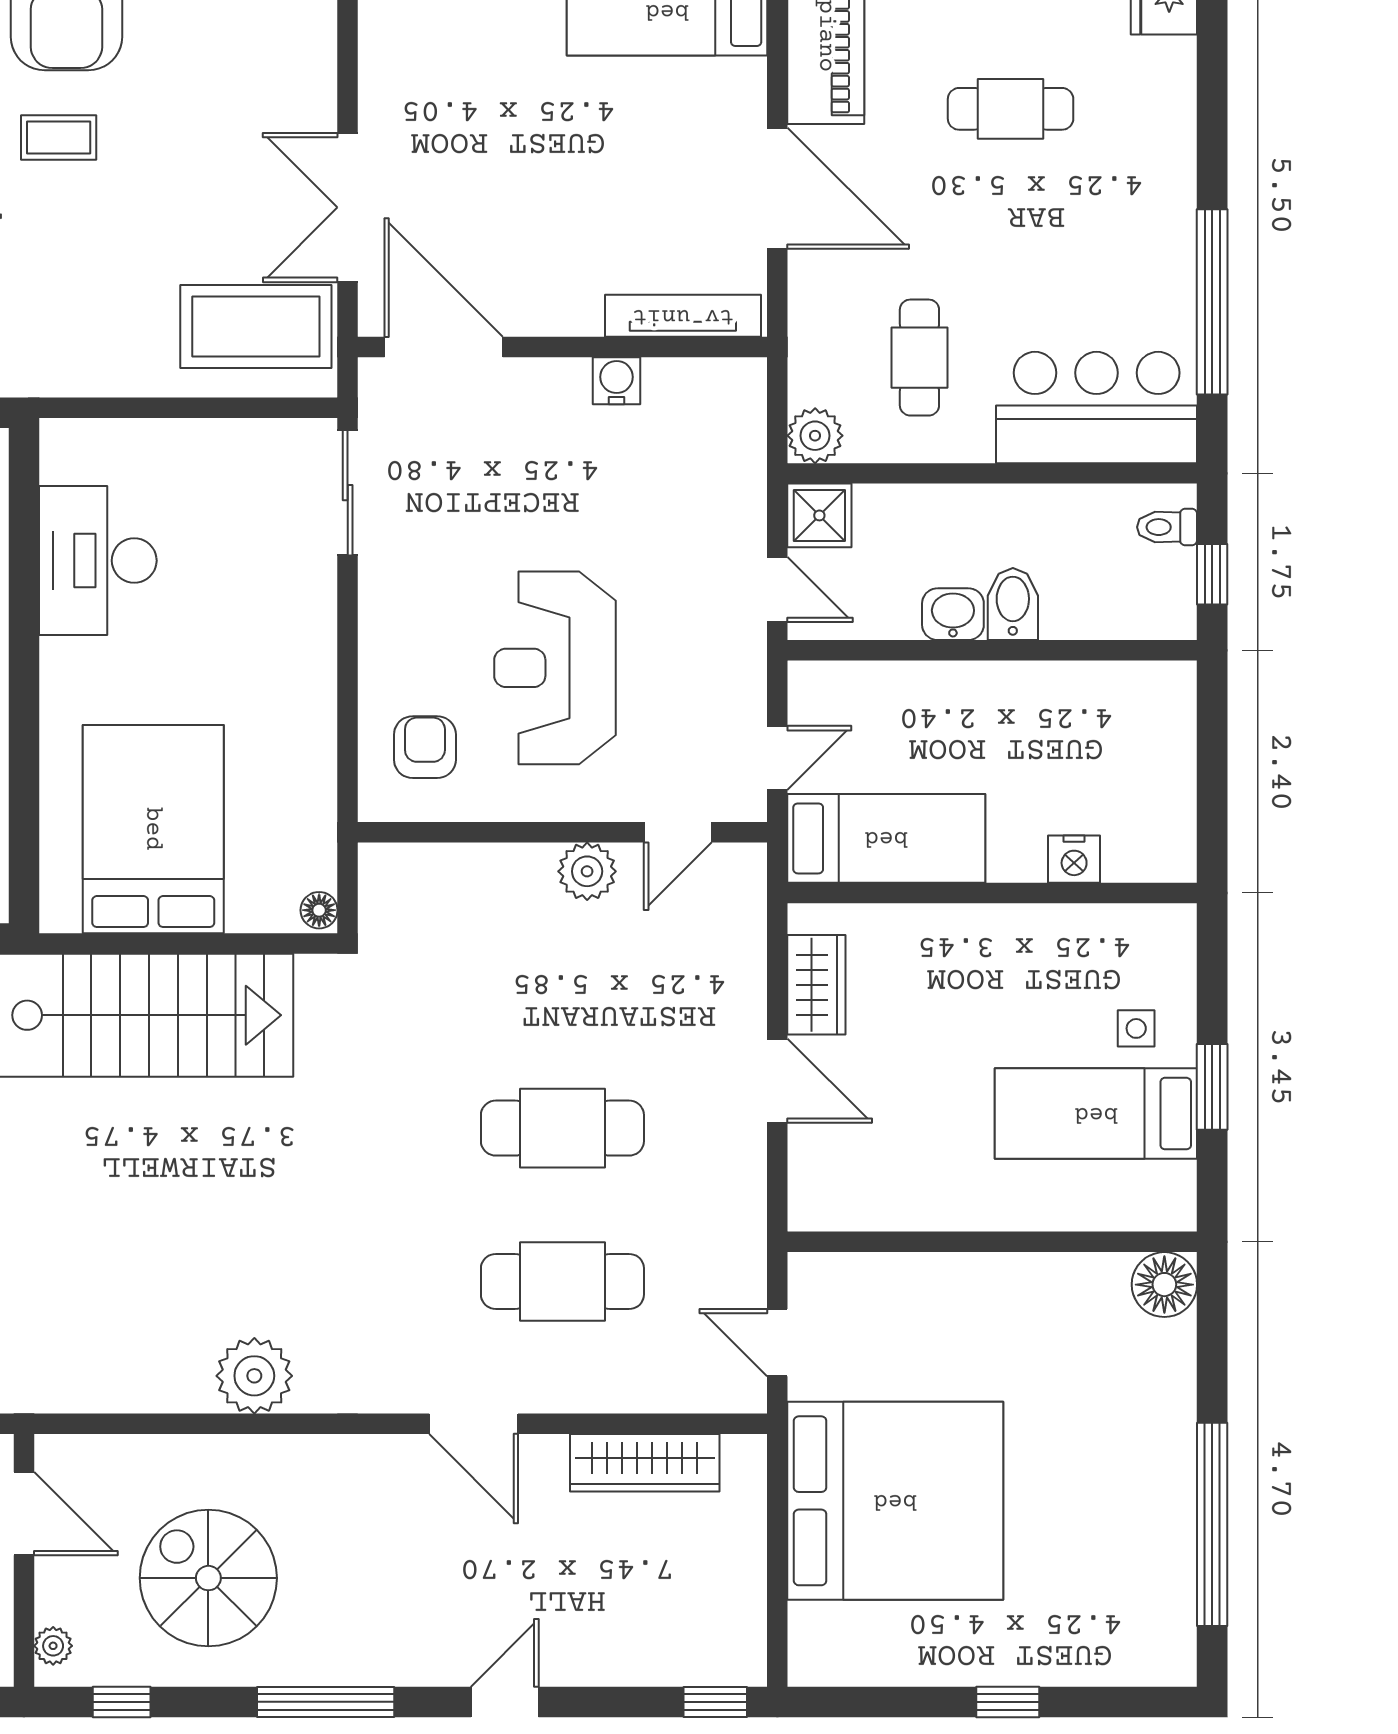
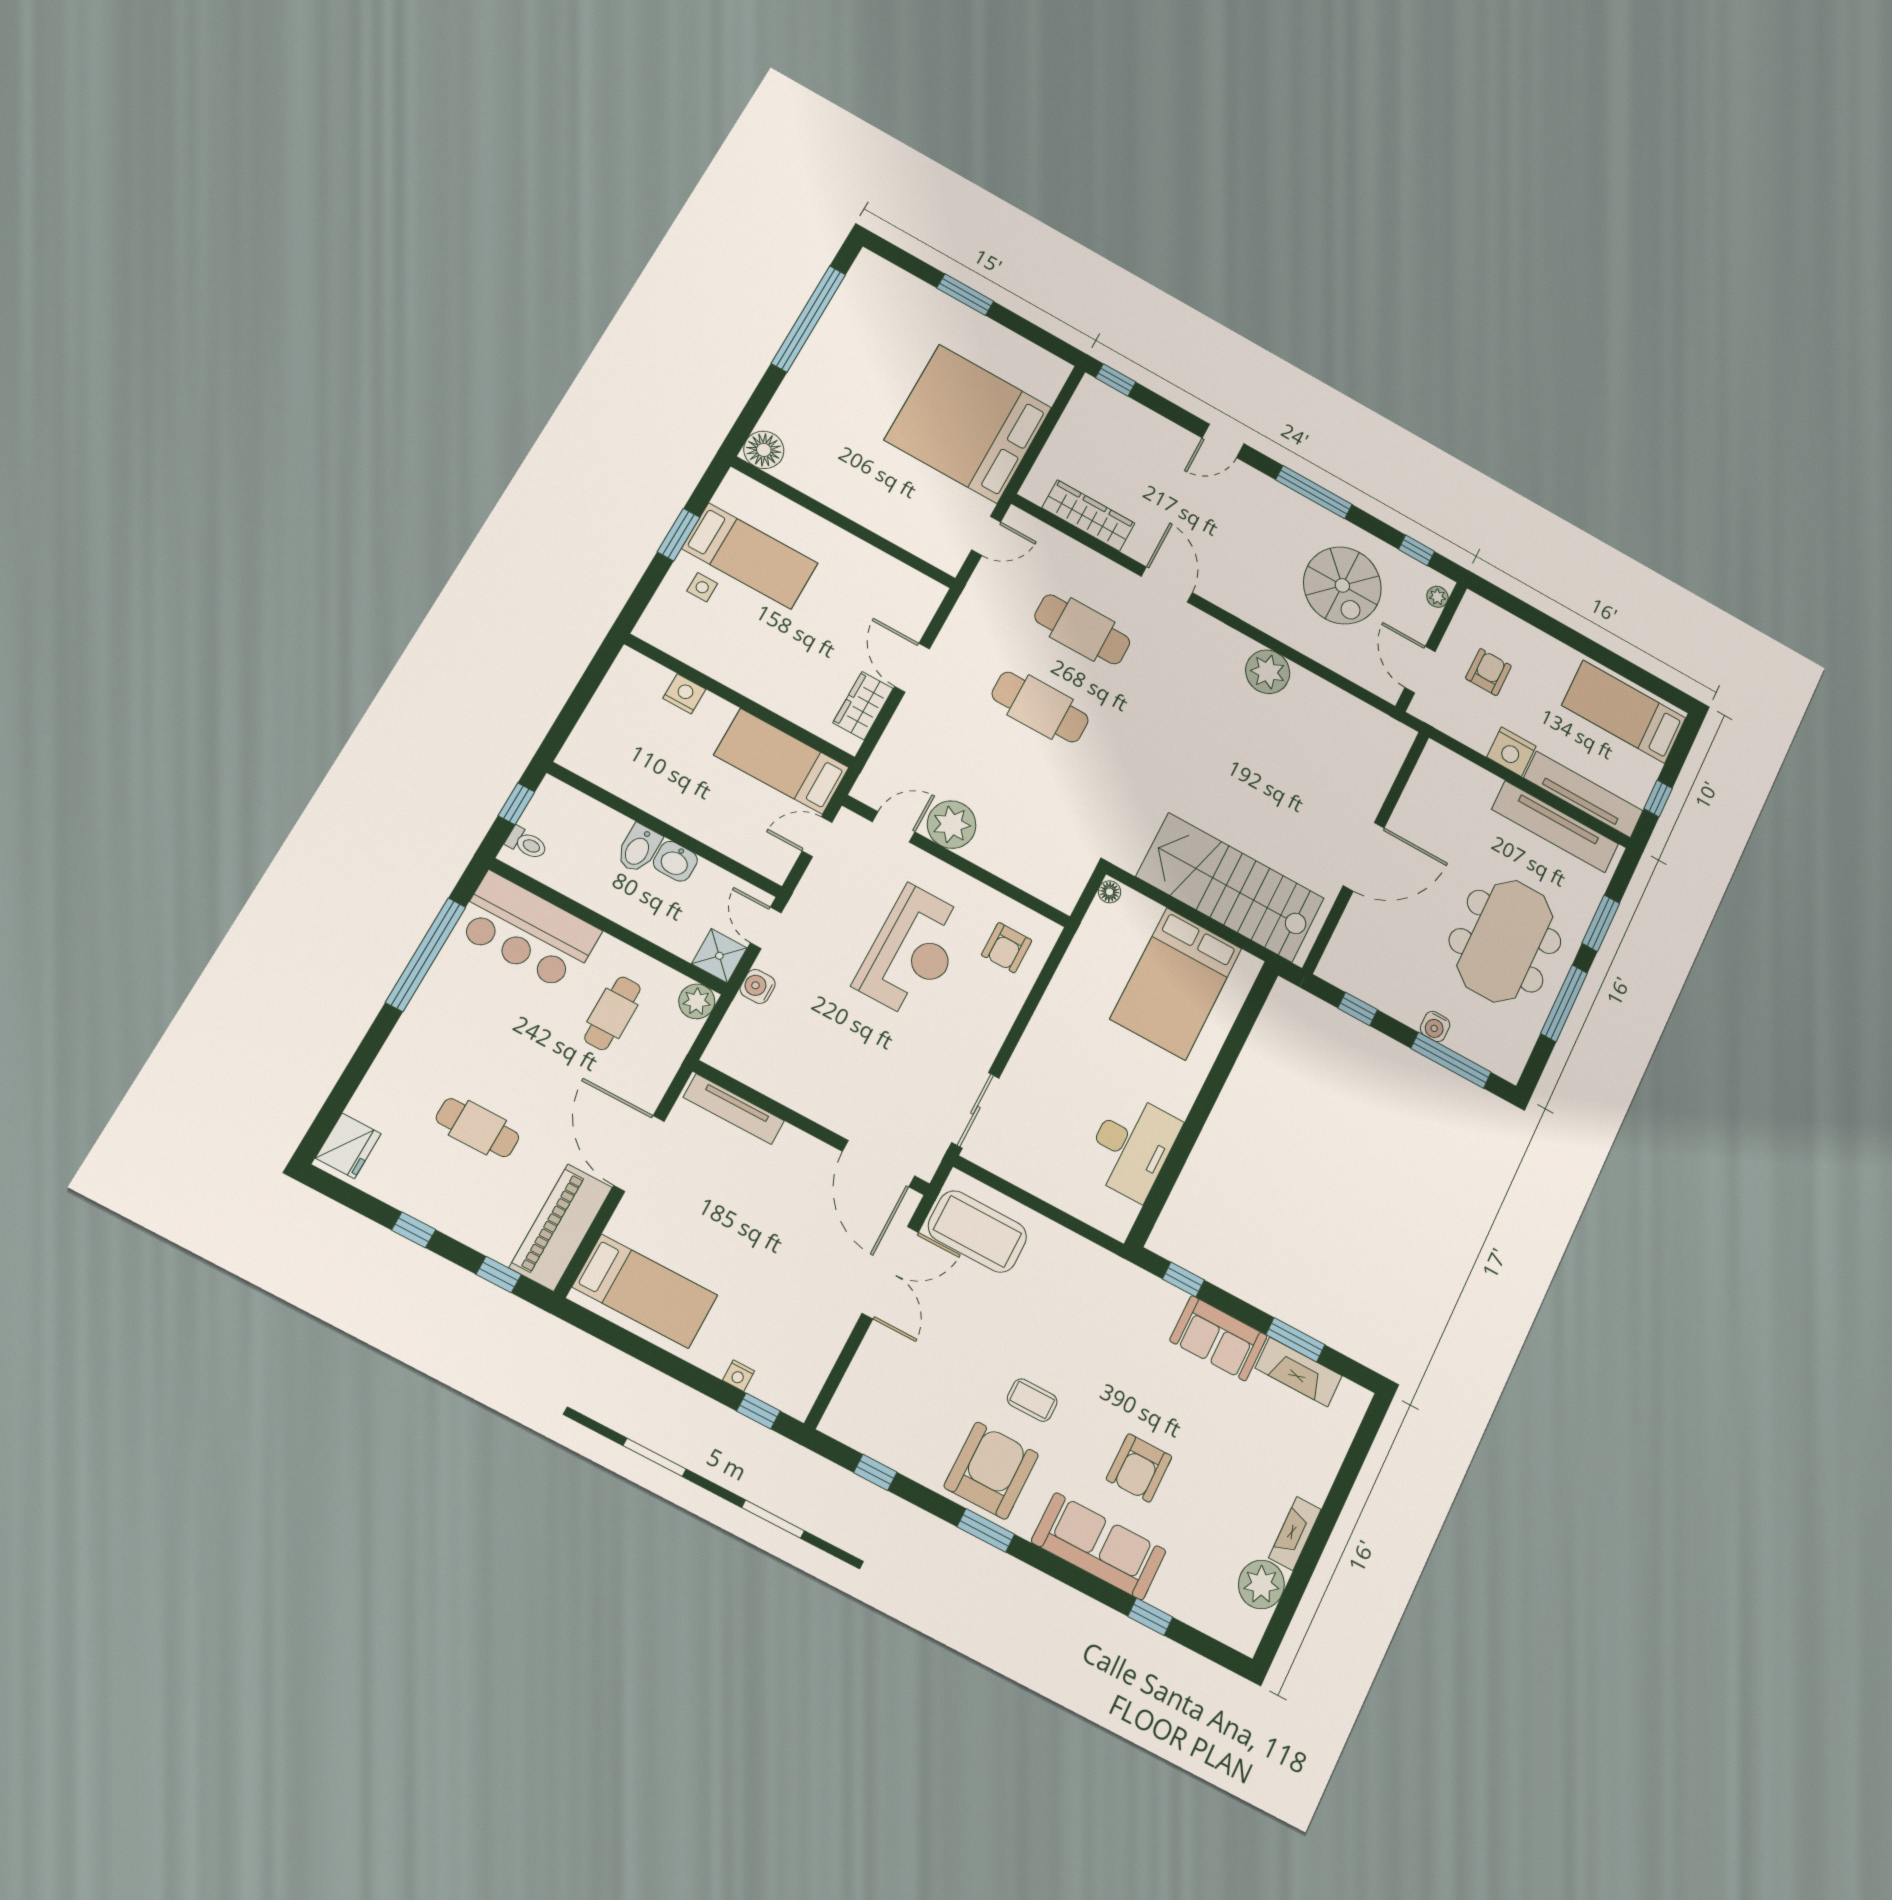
water cooler: (617, 381) -> (758, 986), moved, turned 90
plant: (587, 871) -> (952, 825), width x1.36, depth x1.36
door: (777, 1343) -> (986, 536), hinge flipped
window: (1008, 1702) -> (965, 295), width x1.50

